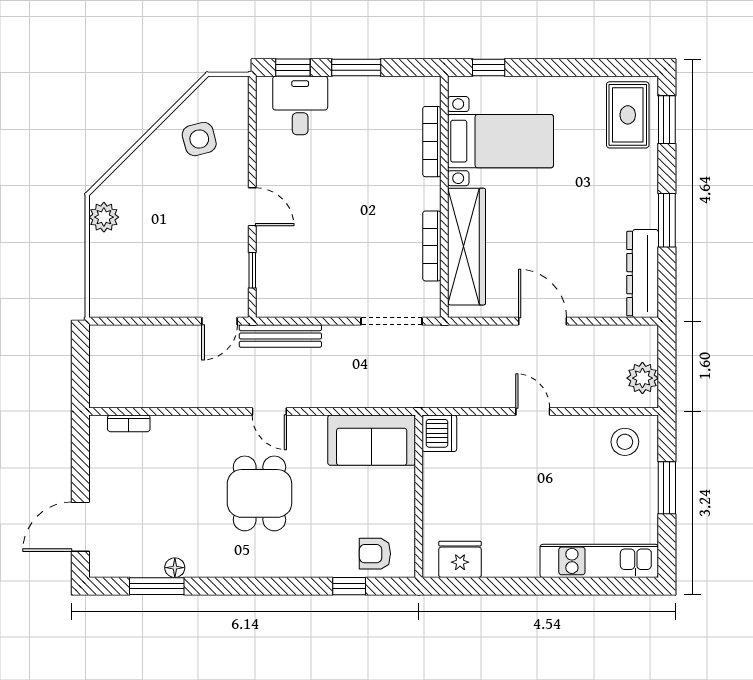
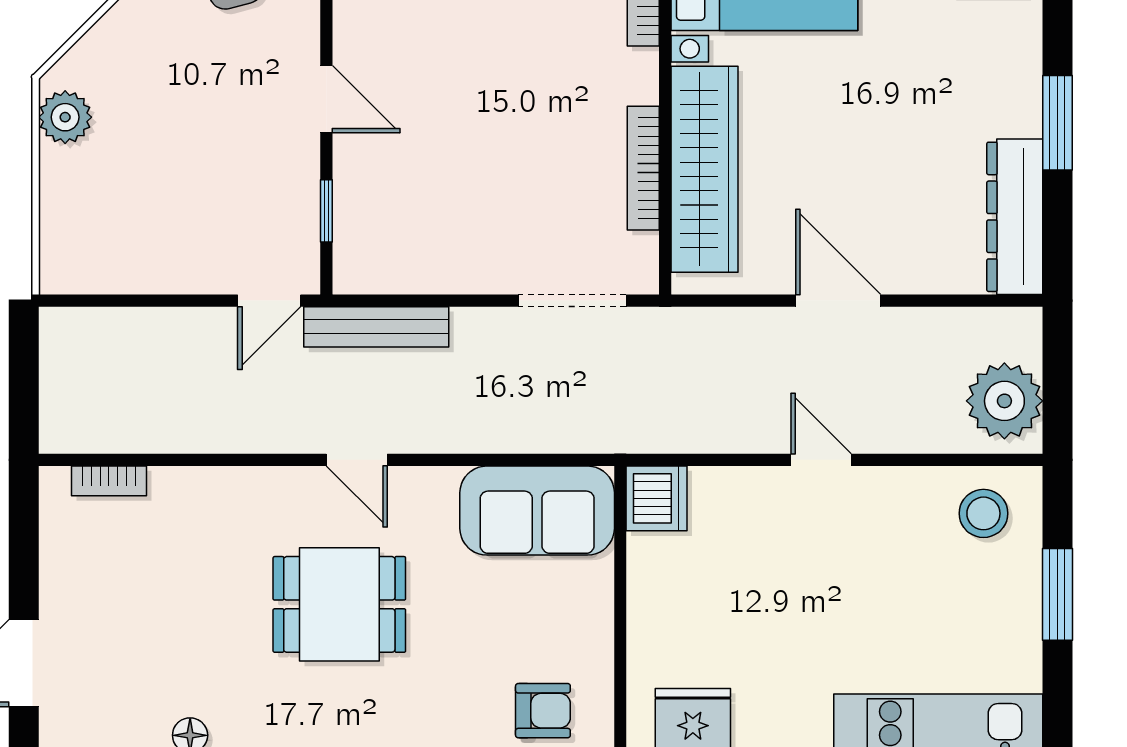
plant: (642, 378) -> (1004, 401), width x1.36, depth x1.36
dining table: (259, 493) -> (339, 604), turned 90
armchair: (375, 554) -> (543, 711), turned 180

